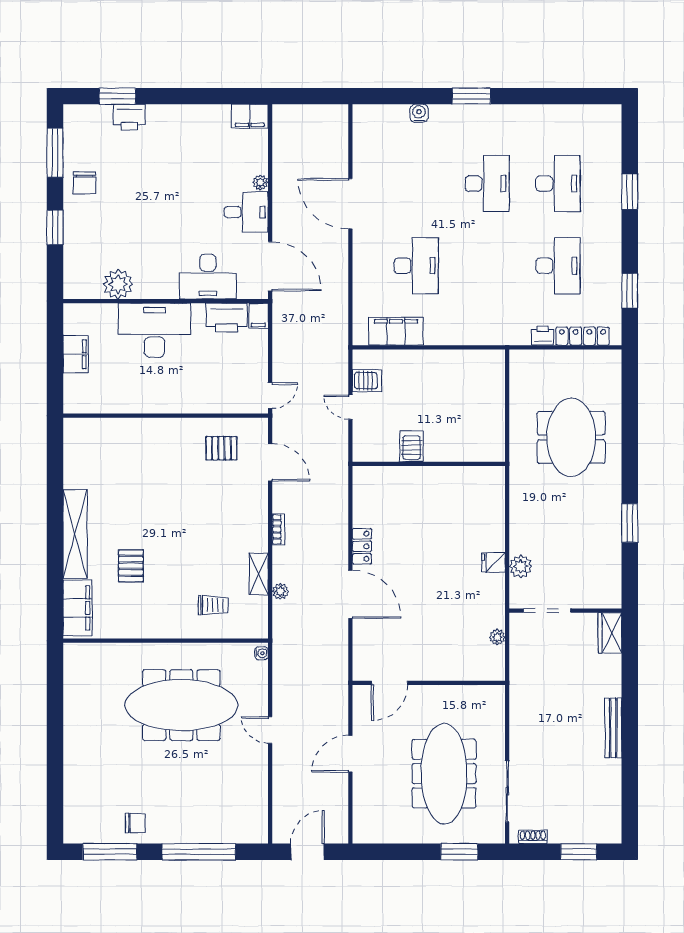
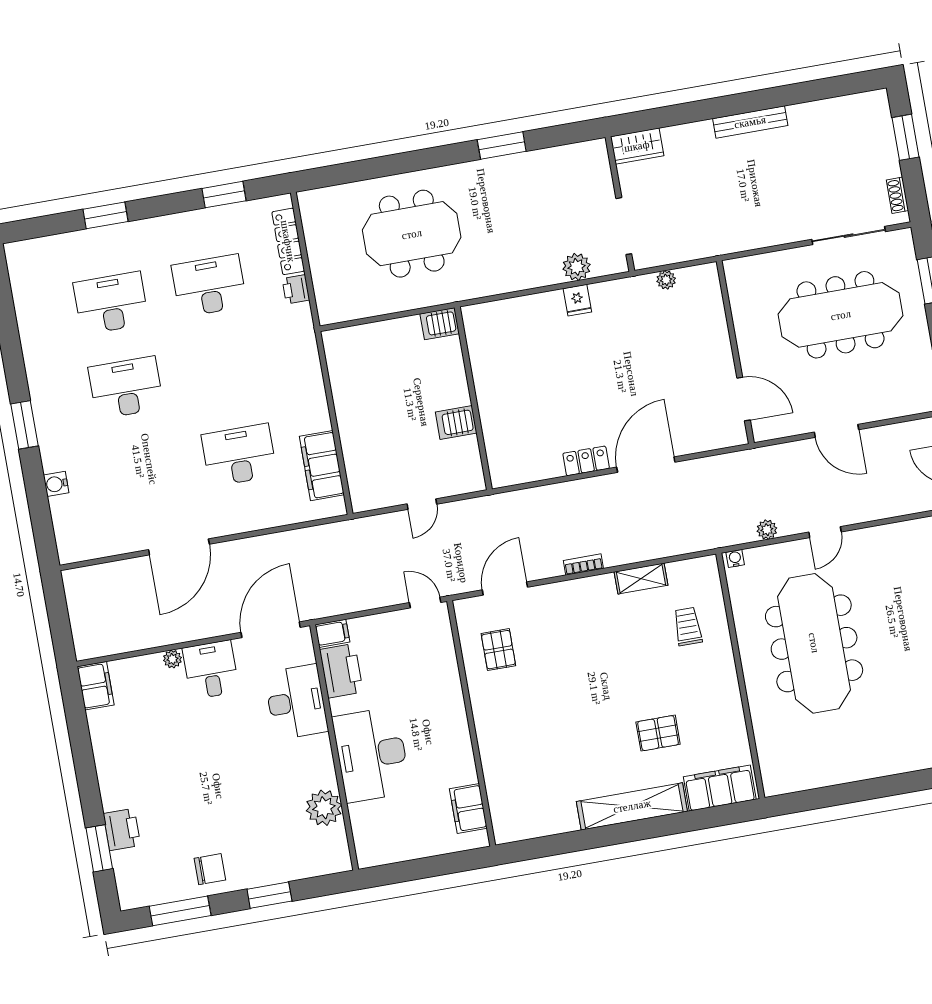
filing cabinet: (76, 354) -> (468, 809), moved, turned -90
server rack: (367, 381) -> (440, 324), moved, turned -90
plant: (280, 591) -> (767, 530), moved

